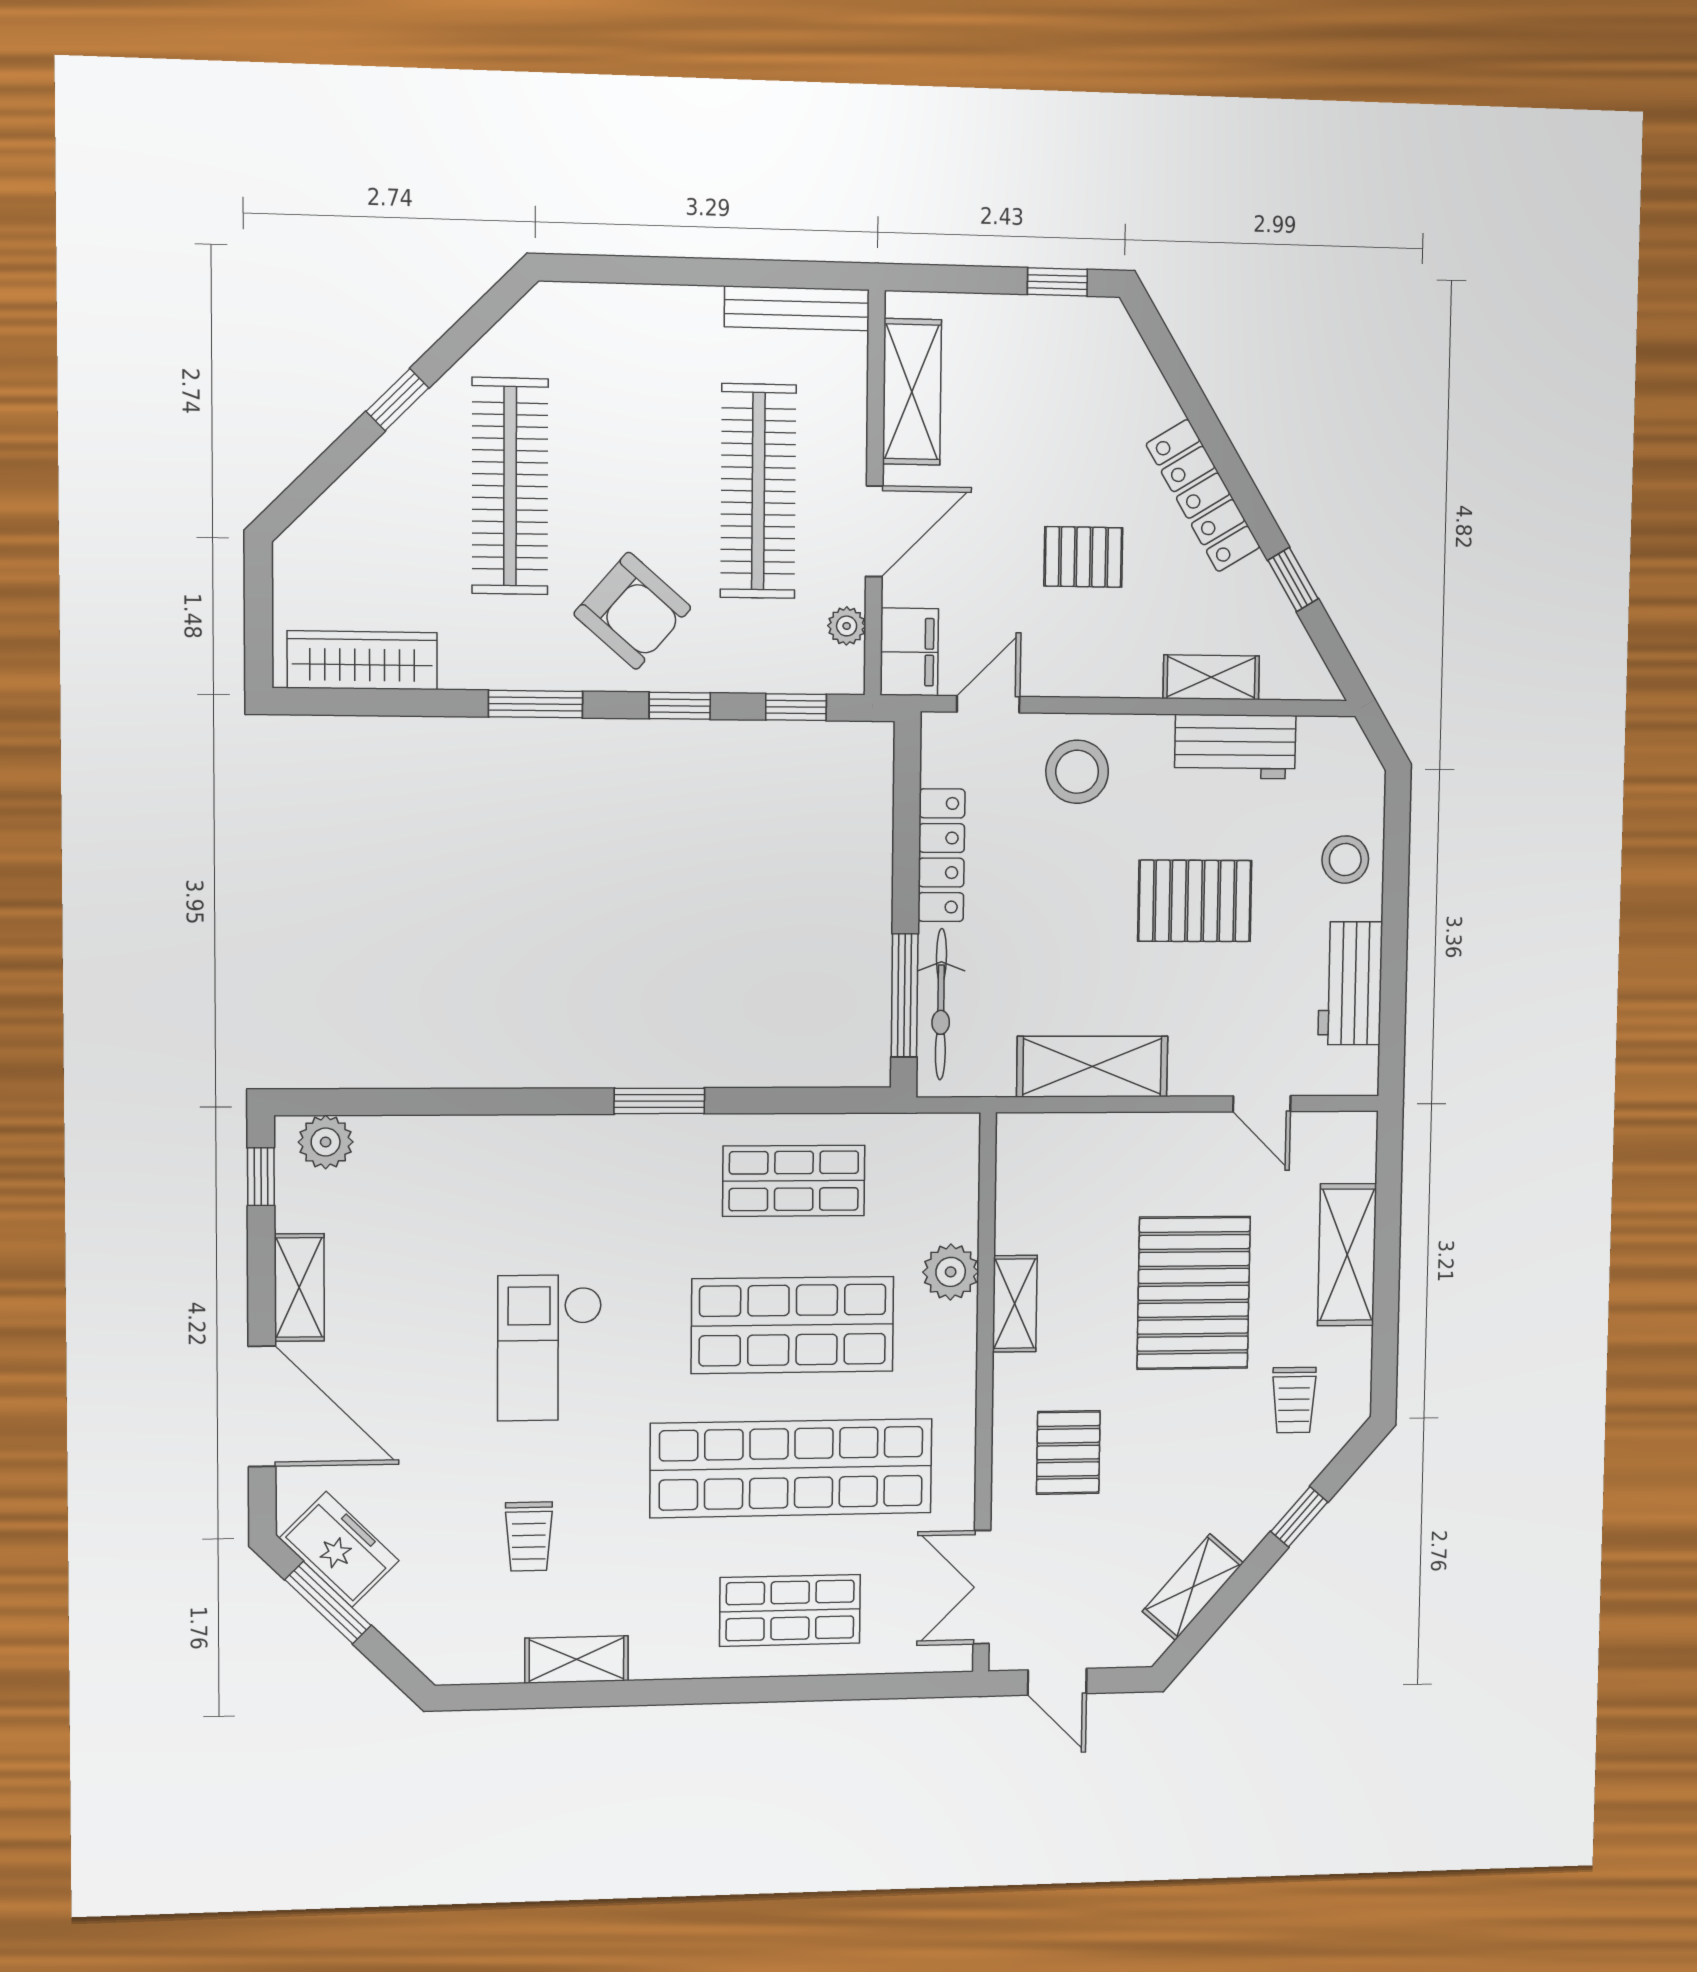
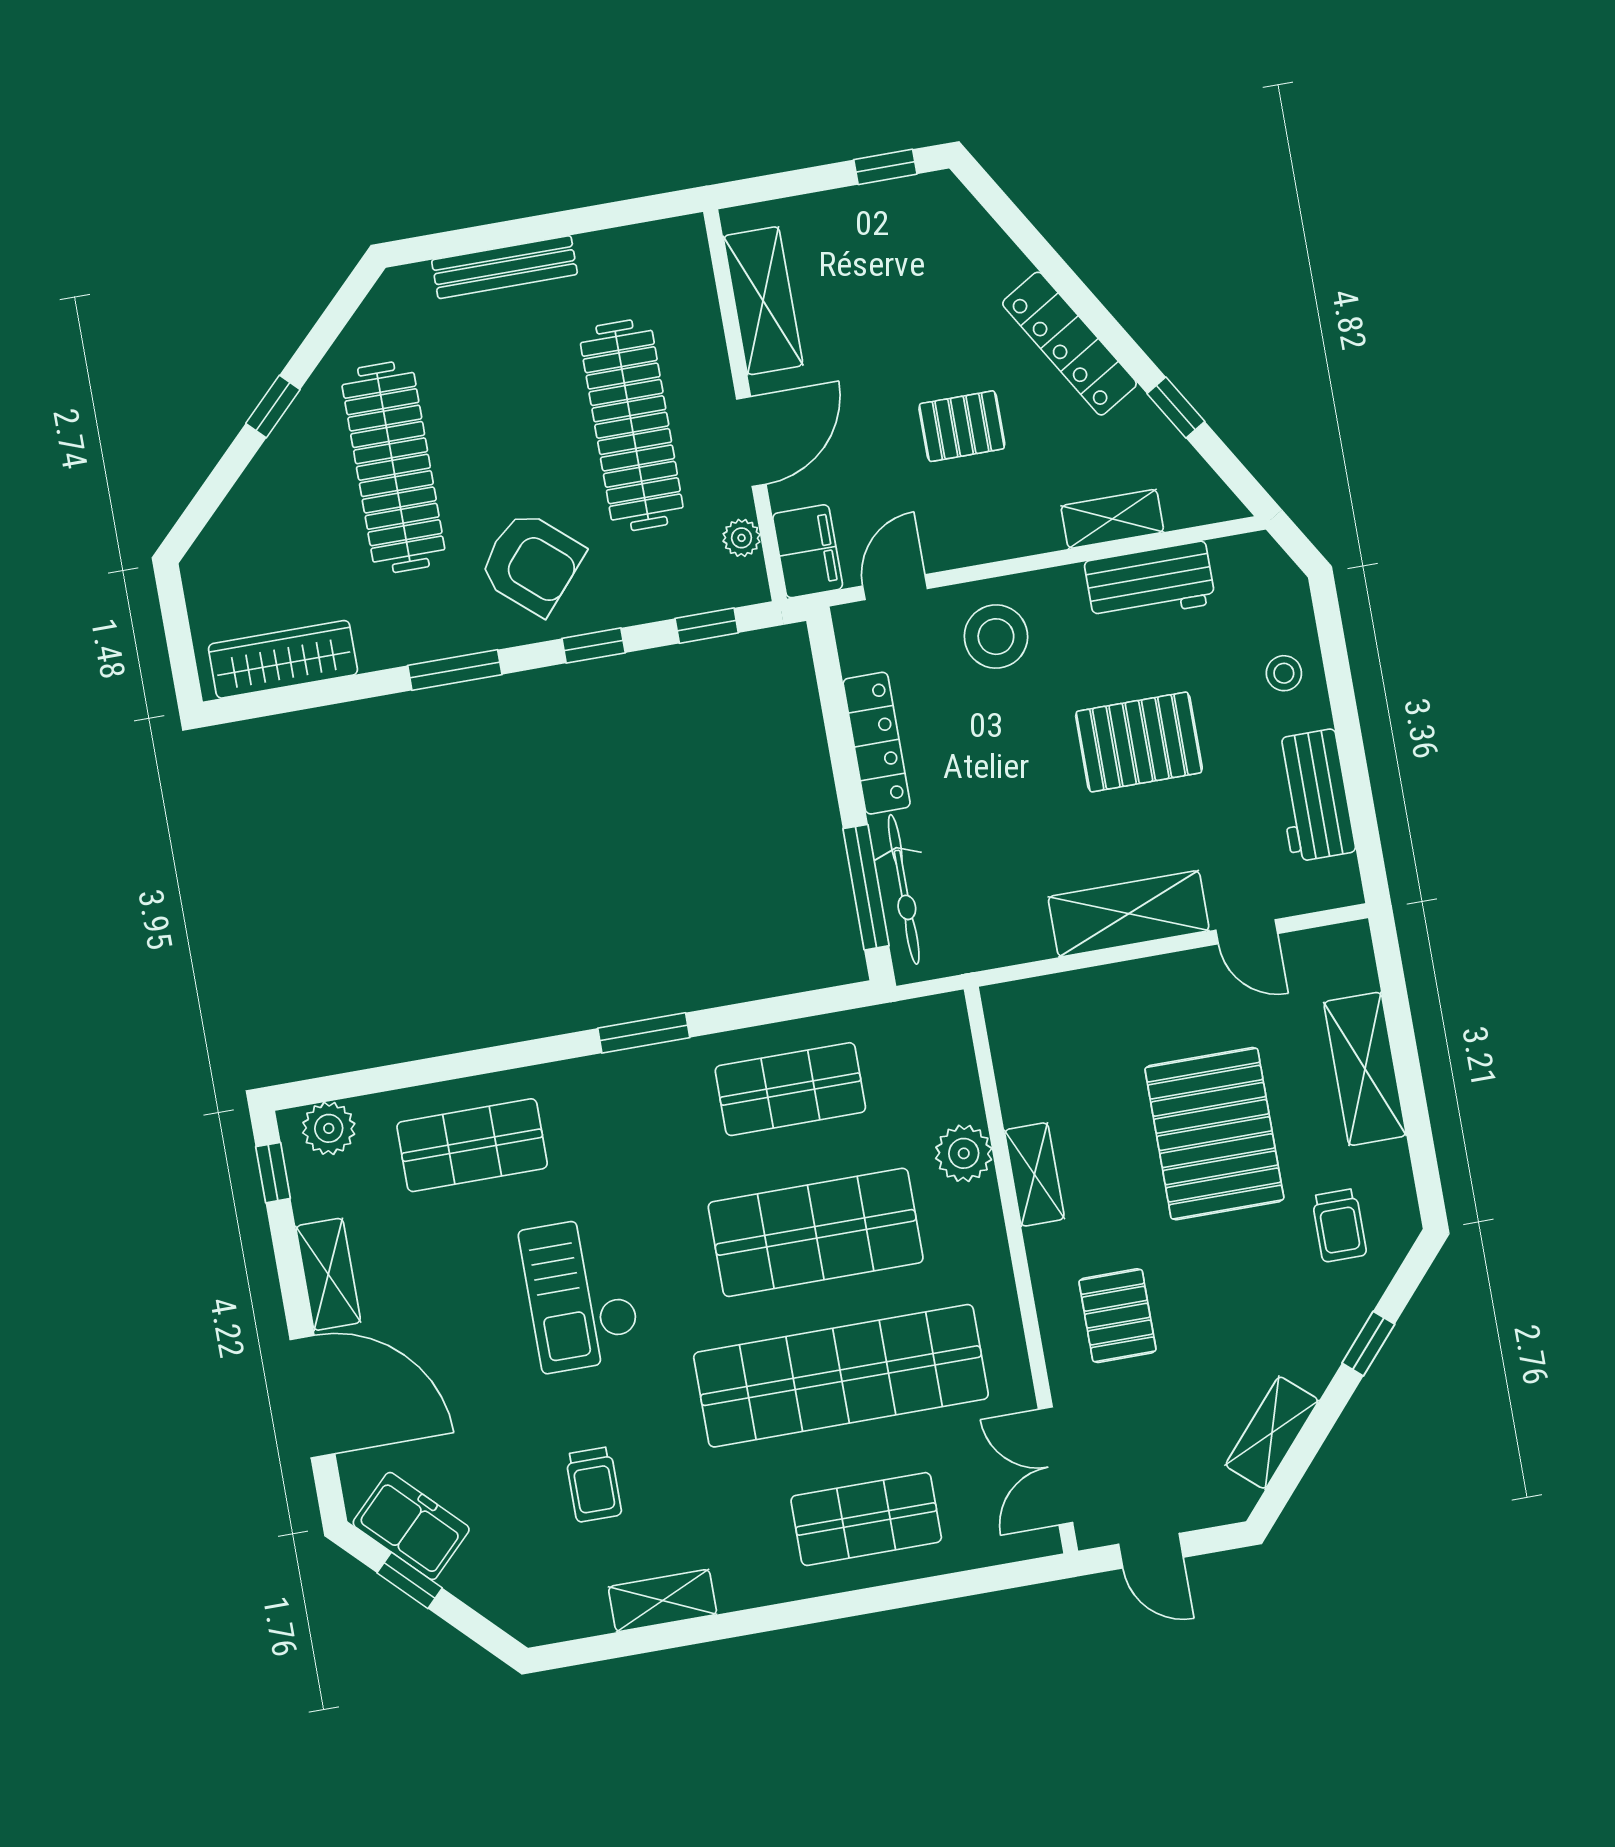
bench: (797, 308) -> (505, 267), moved
stool: (1345, 860) -> (1284, 673), width x0.73, depth x0.73
shelving: (1092, 1067) -> (1129, 914), moved
shop shelf: (468, 1183) -> (472, 1145), added
window: (328, 1603) -> (410, 1580), width x0.67

